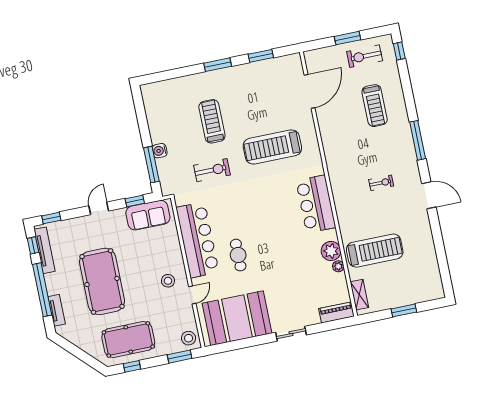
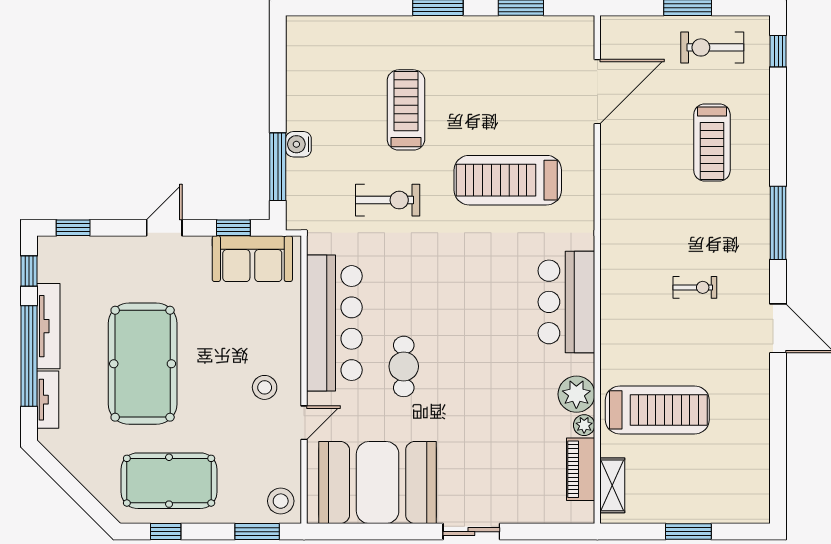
tv unit: (45, 250) -> (48, 326), moved
piano: (336, 312) -> (581, 469), moved, turned -90

